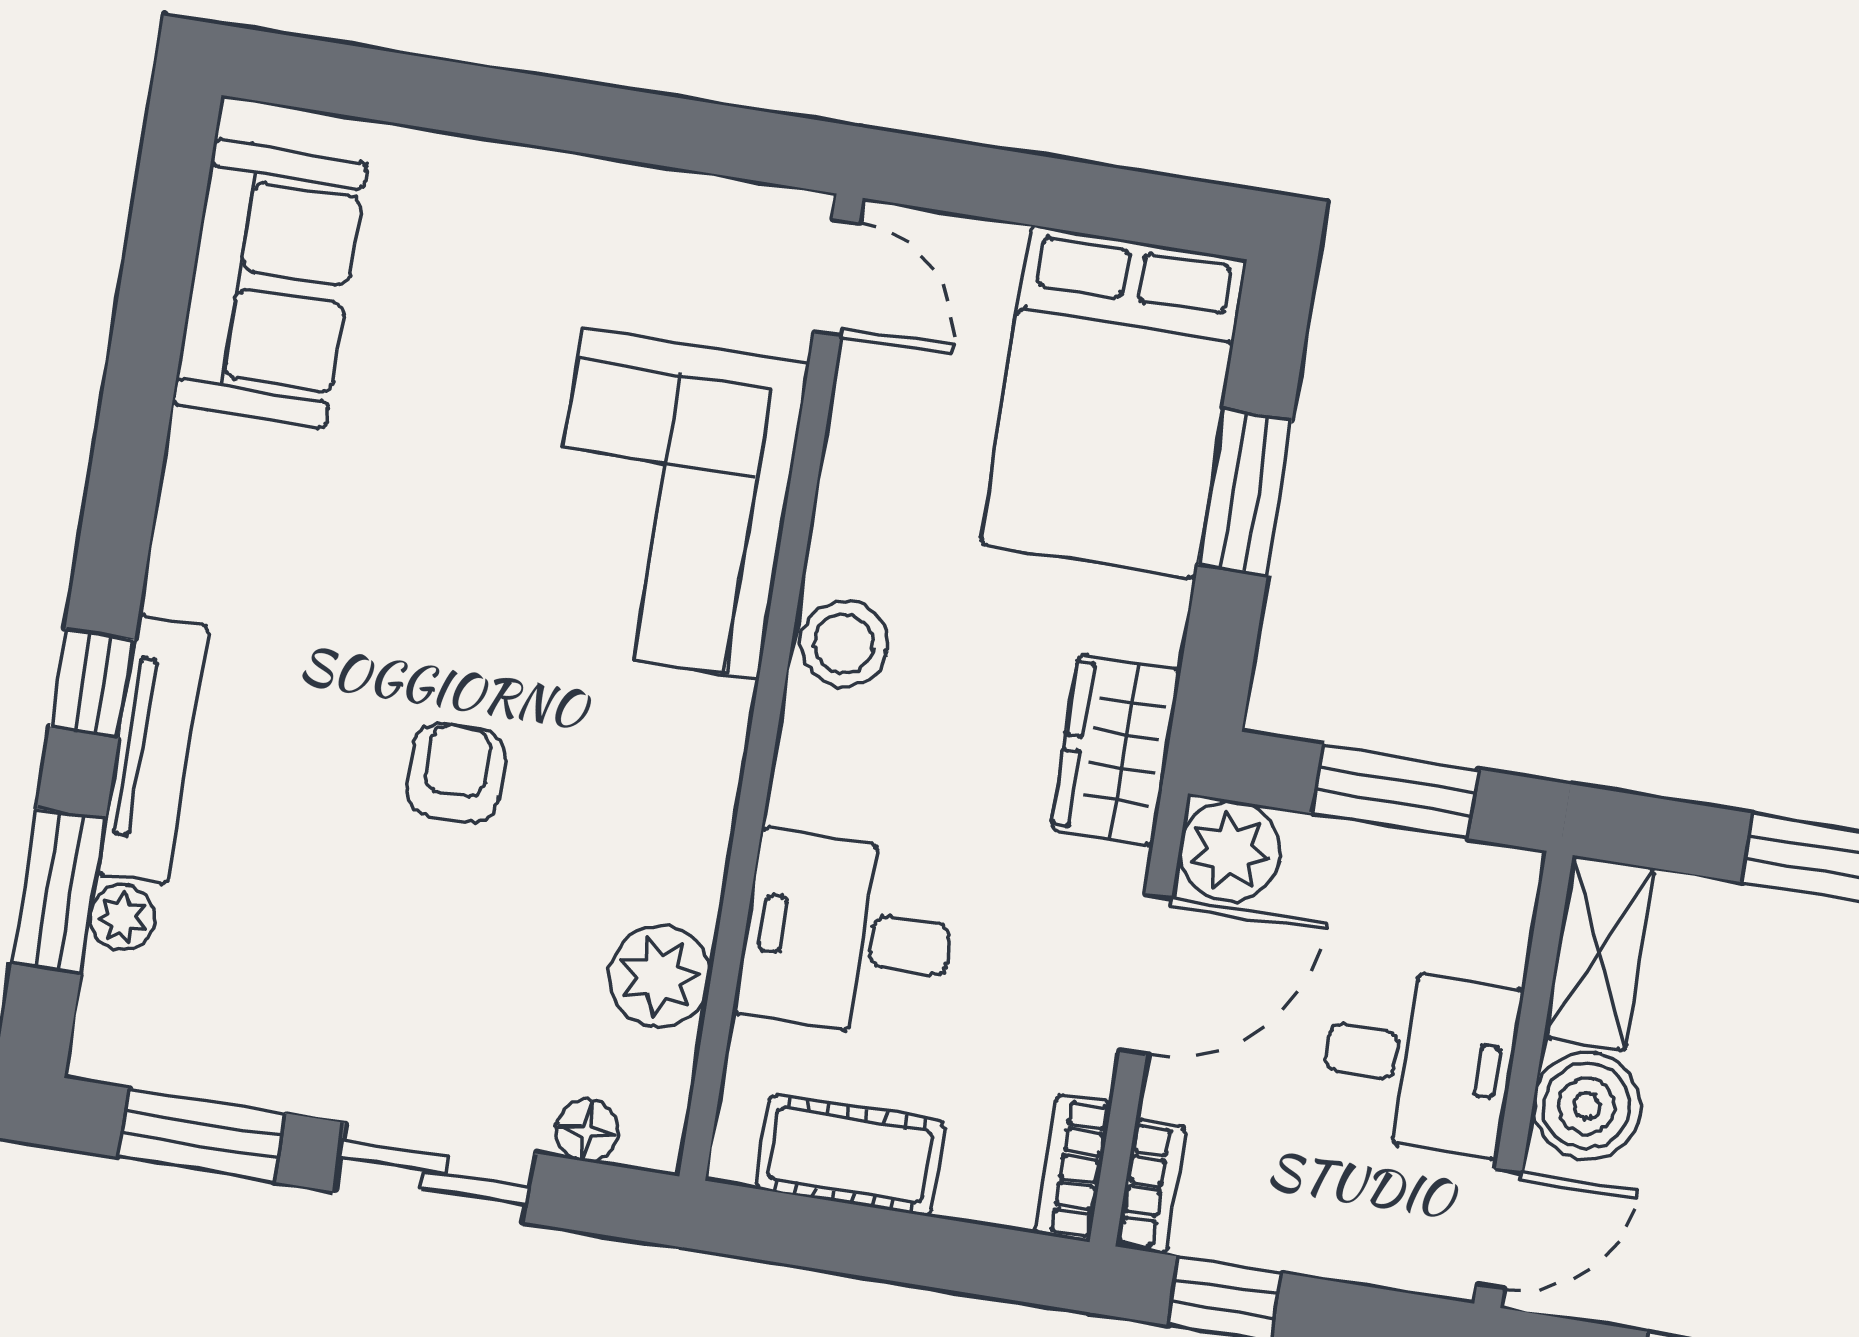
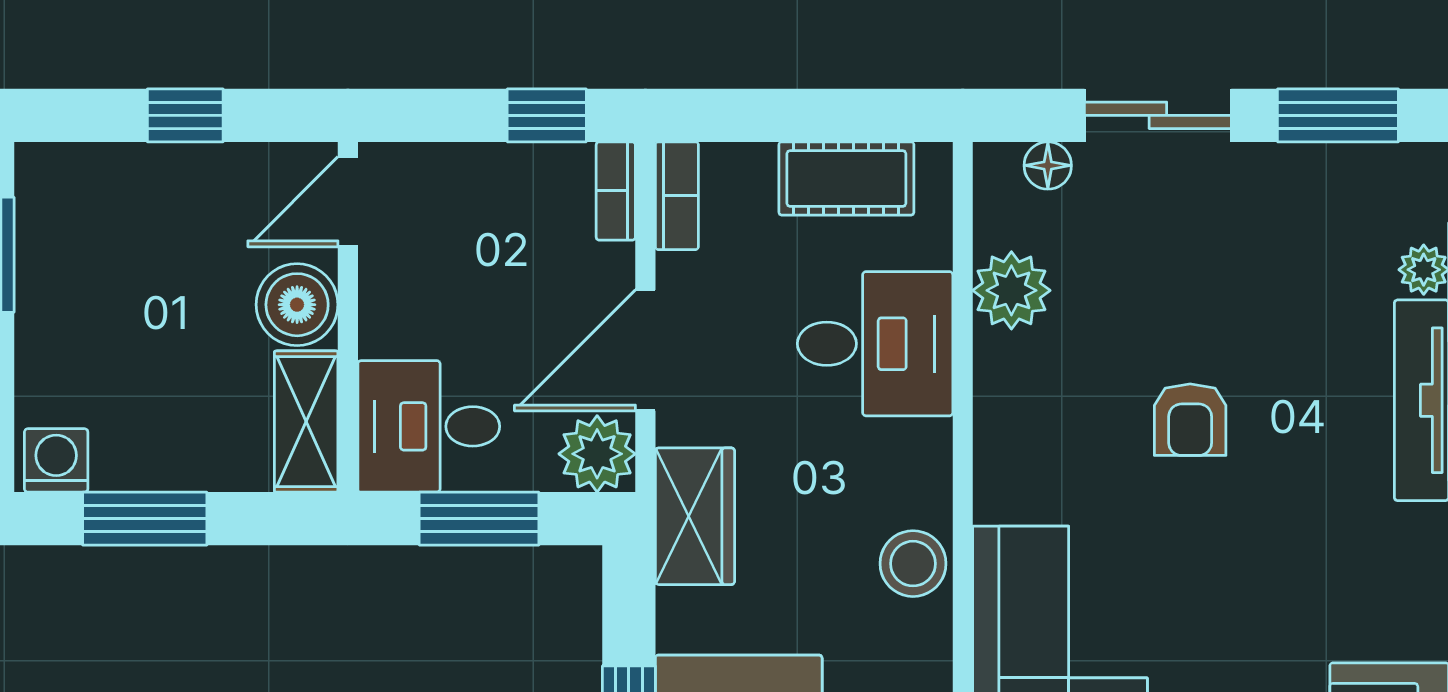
desk: (1419, 1060) -> (429, 426), moved

